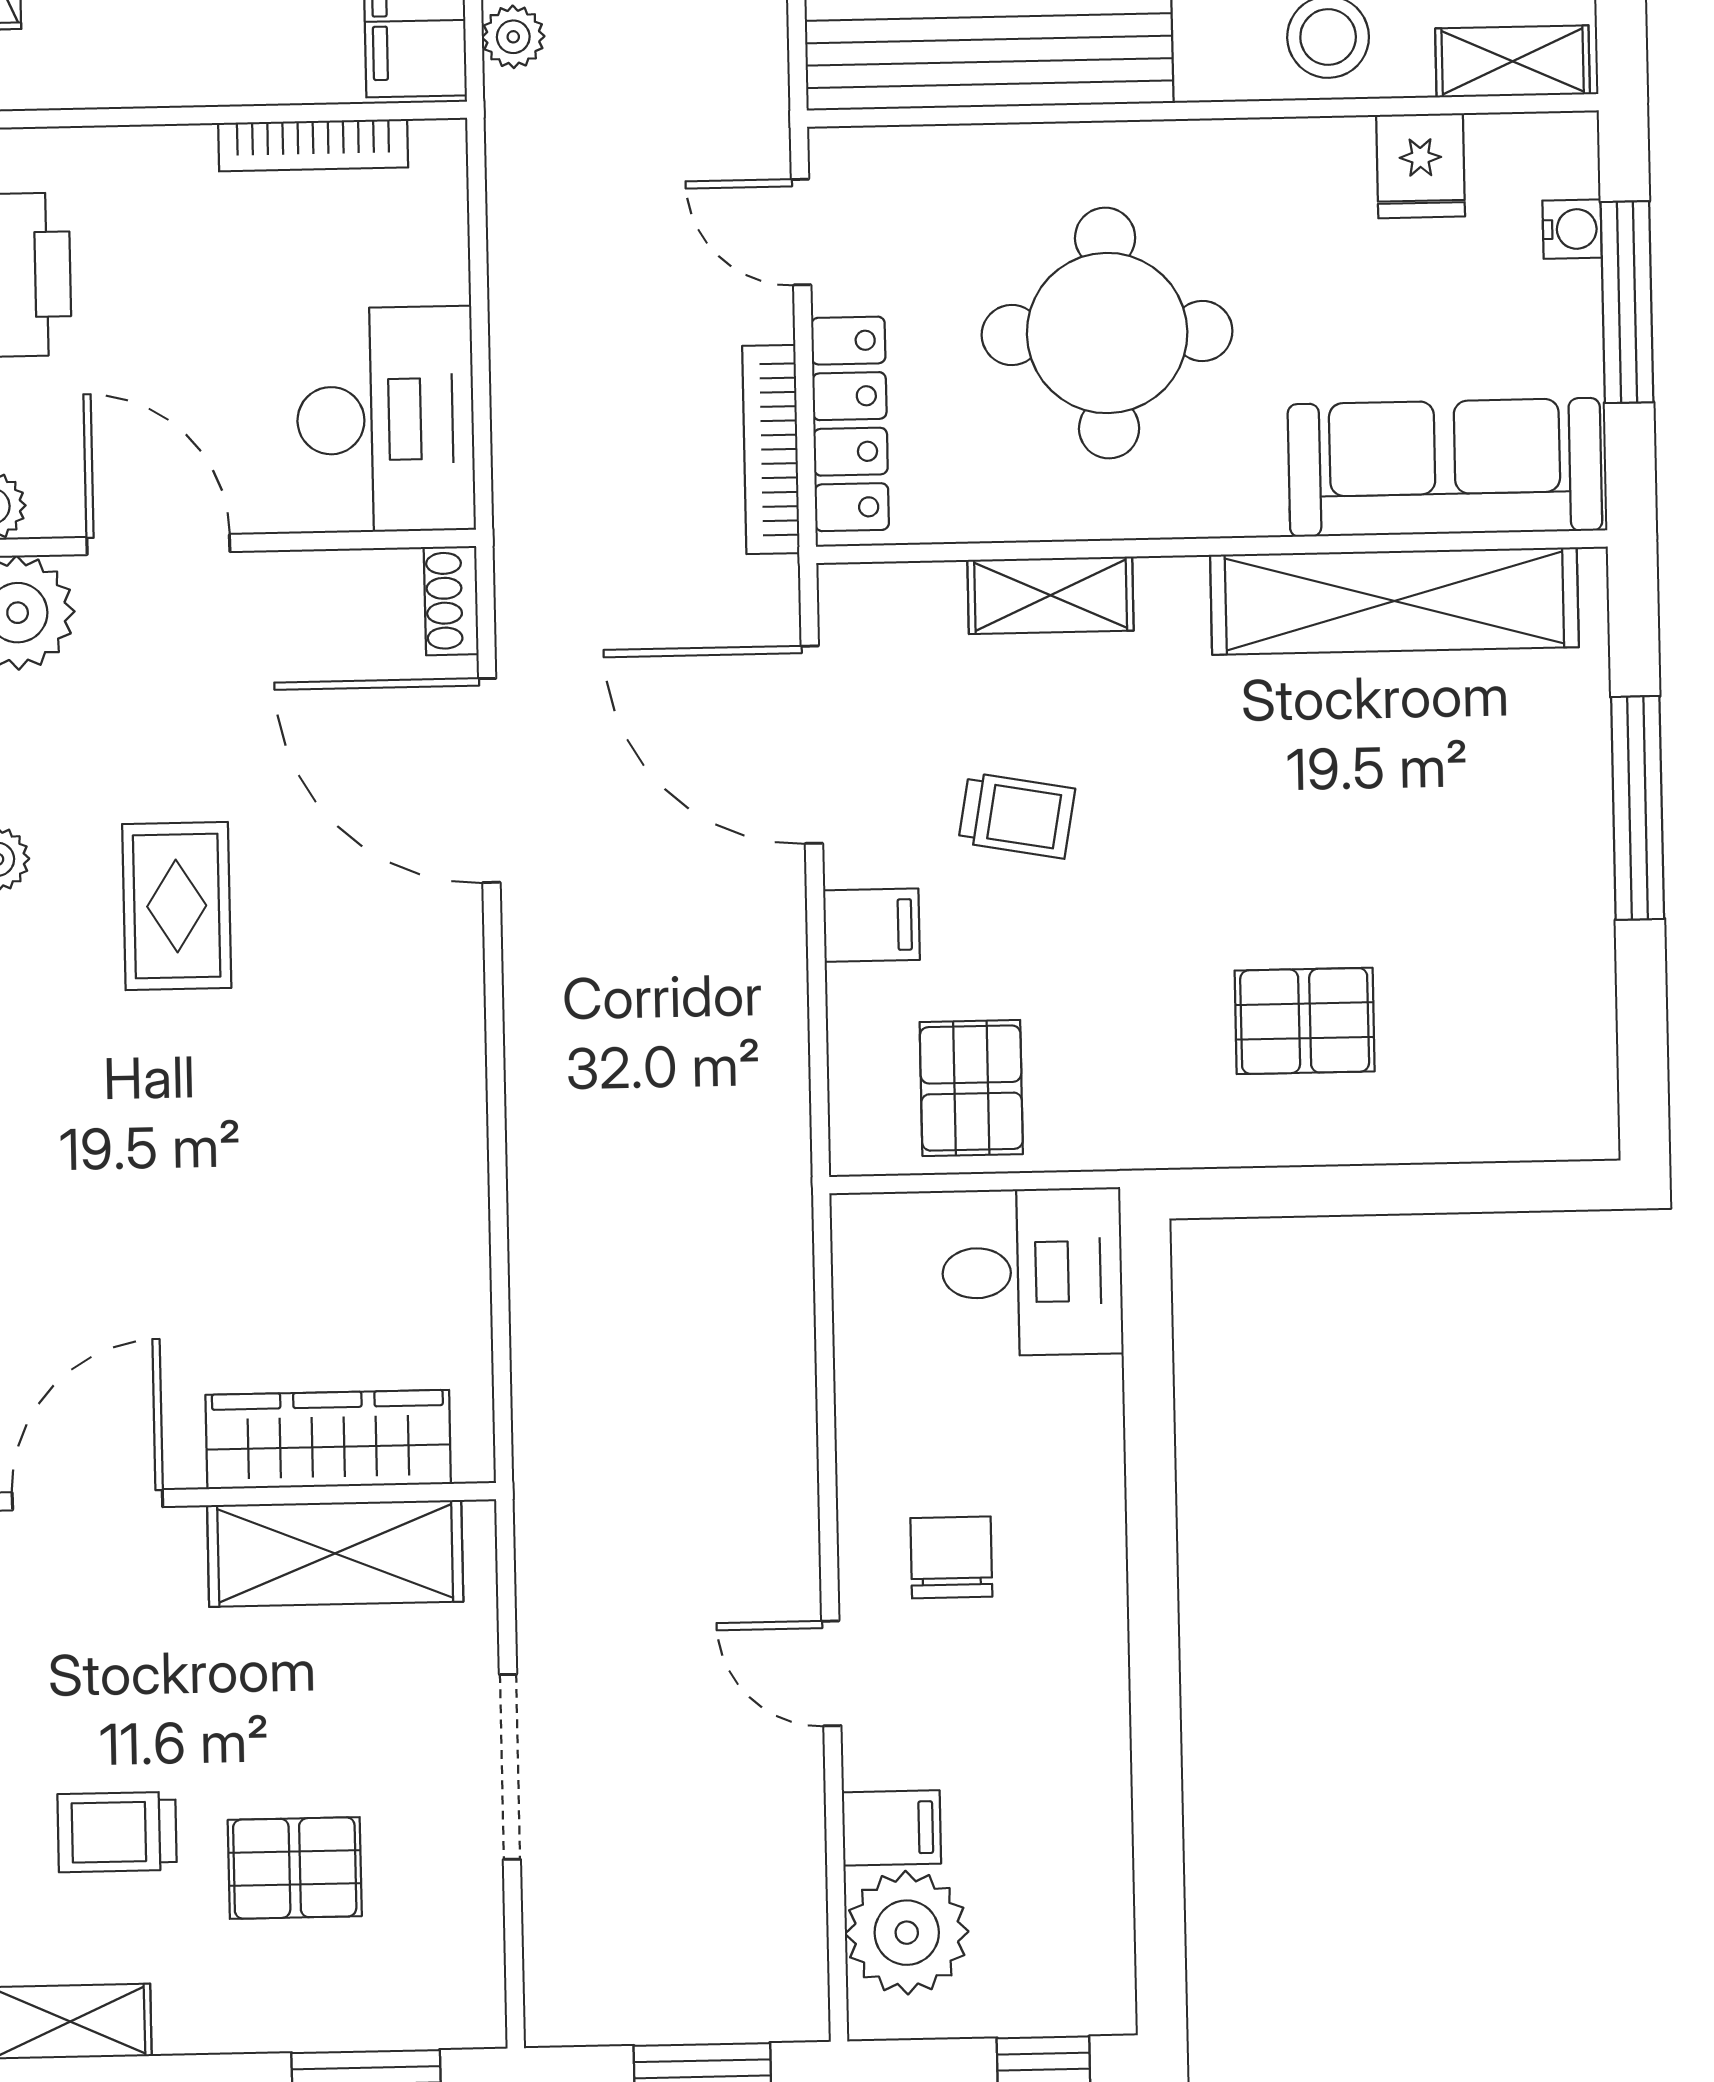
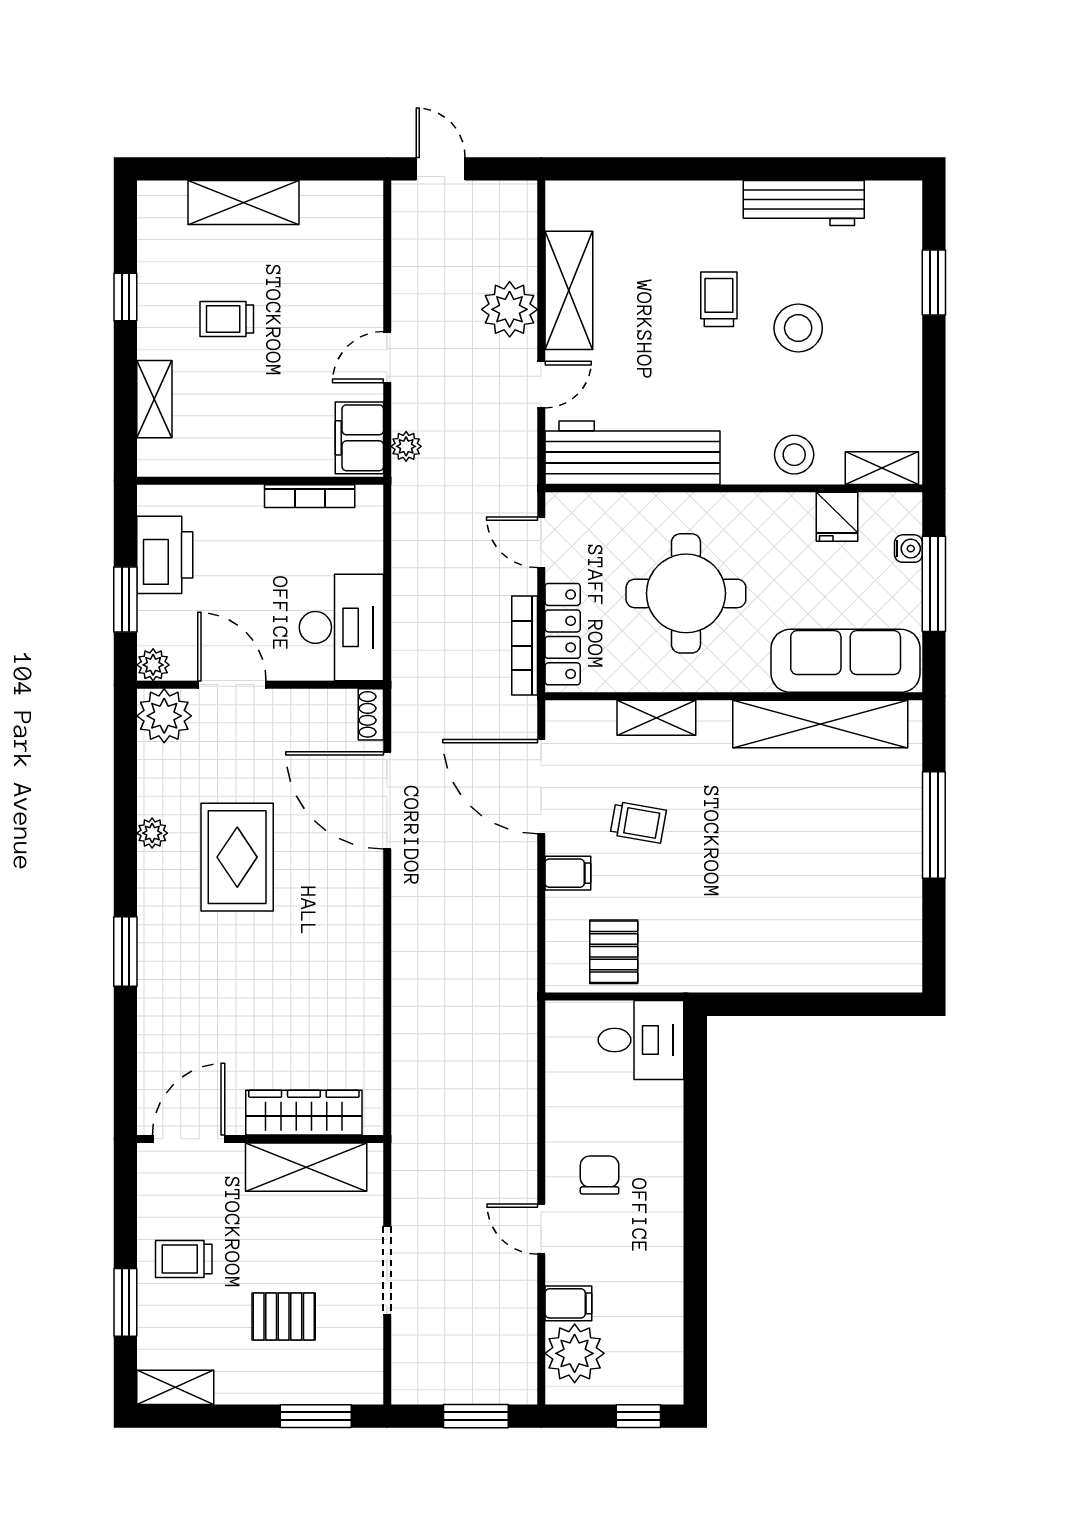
rug: (177, 906) -> (237, 857), width x1.36, depth x1.43
pallet: (1305, 1021) -> (773, 923), removed
trolley: (117, 1832) -> (184, 1259), moved

